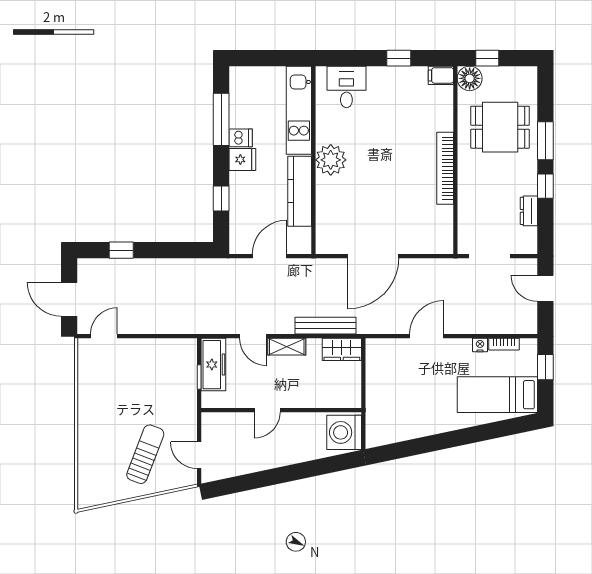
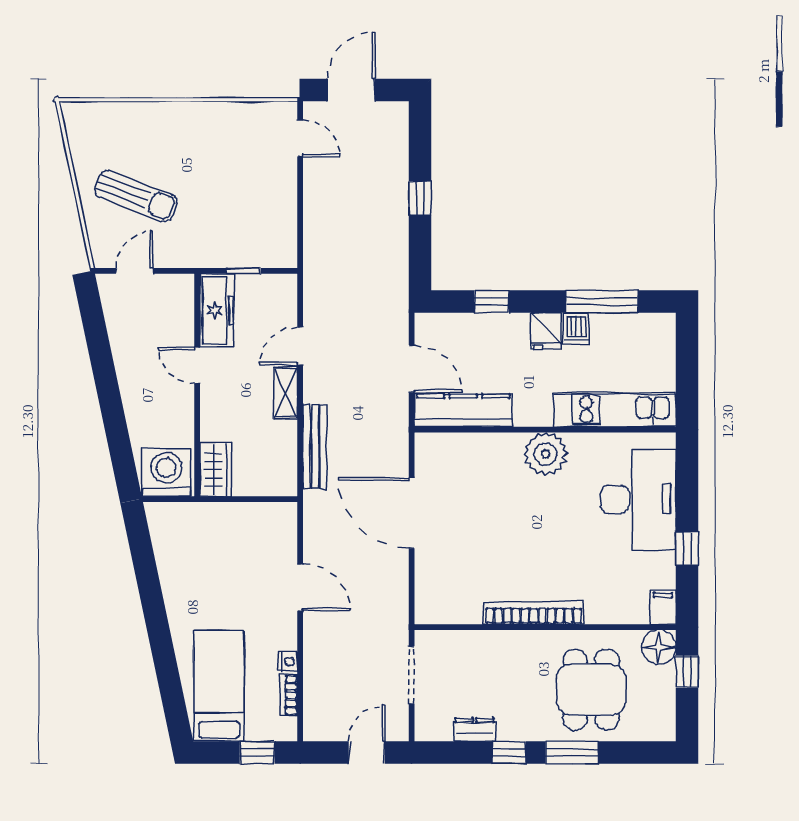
desk: (346, 87) -> (638, 499), width x1.87, depth x1.30
kitchen counter: (300, 191) -> (463, 410), moved
window: (121, 250) -> (420, 198), moved
wardrobe: (342, 349) -> (216, 469), moved, turned 180
freezer: (213, 365) -> (217, 310), moved, turned -90

